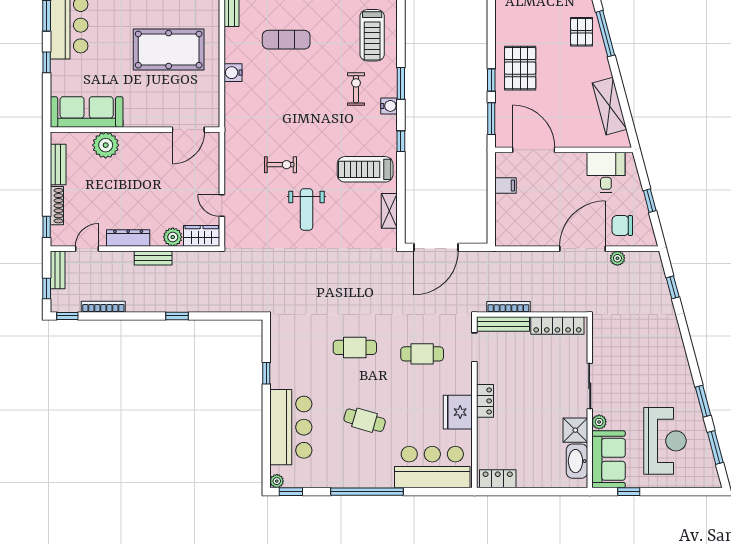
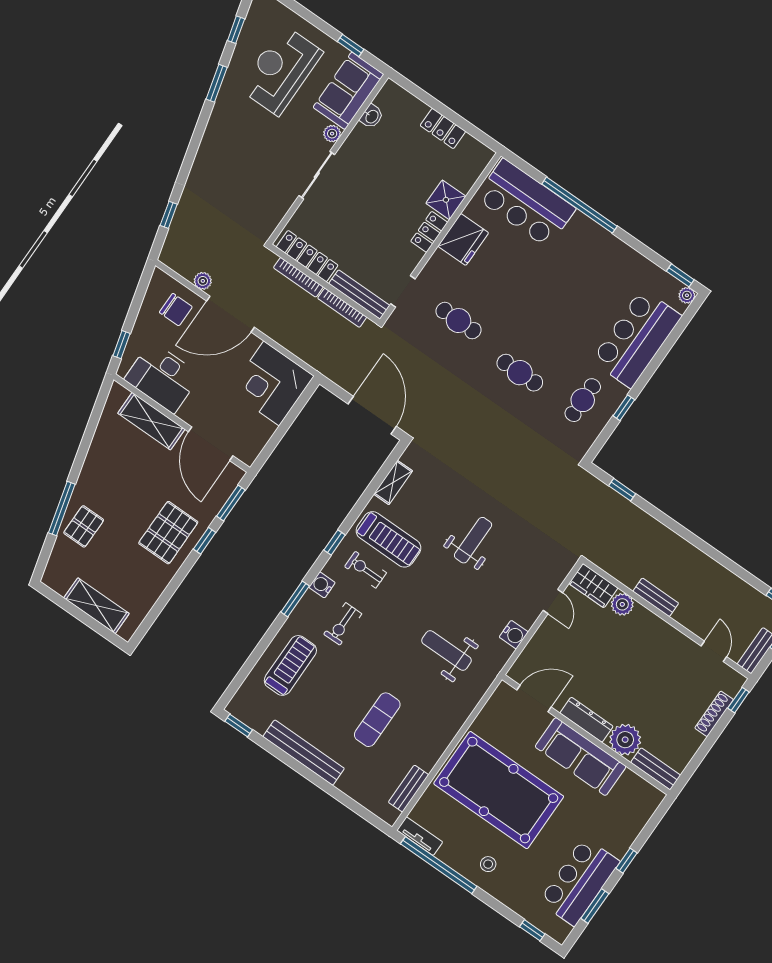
exercise mat: (286, 40) -> (377, 720), turned 90
pool table: (169, 50) -> (499, 790), width x1.36, depth x1.32
water cooler: (233, 73) -> (514, 635), moved
shelving: (610, 106) -> (151, 421), moved, turned -75
sofa: (87, 112) -> (581, 757), moved
weight bench: (272, 121) -> (446, 650), added
bench: (58, 165) -> (656, 769), moved, turned 90
exercise bike: (280, 165) -> (366, 570), moved
desk: (606, 172) -> (162, 377), width x1.37
filing cabinet: (506, 185) -> (262, 428), removed
window: (650, 201) -> (121, 345), moved
corner desk: (521, 221) -> (272, 383), added
dresser: (128, 238) -> (586, 720), moved, turned 180
door: (436, 247) -> (372, 415), hinge flipped
door: (87, 249) -> (714, 651), swing flipped
bookcase: (103, 307) -> (298, 277), moved
window: (177, 316) -> (622, 490), moved
cafe table: (365, 420) -> (583, 400), moved, turned 74
shower: (575, 430) -> (446, 200), moved
window: (715, 447) -> (236, 30), width x0.67
washbasin: (577, 461) -> (372, 116), width x0.52, depth x0.69
locker: (498, 479) -> (443, 128), moved
window: (367, 492) -> (579, 205), moved

